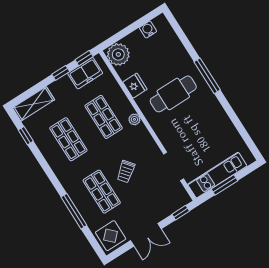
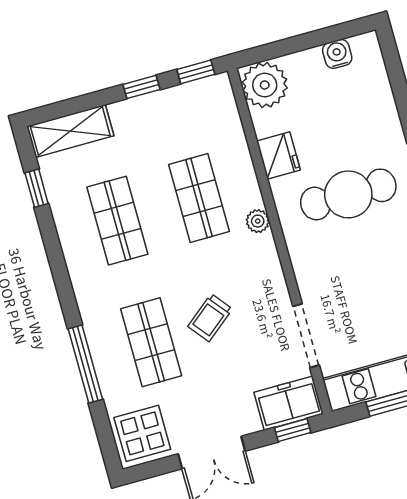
freezer: (85, 73) -> (289, 403), moved, turned 180

